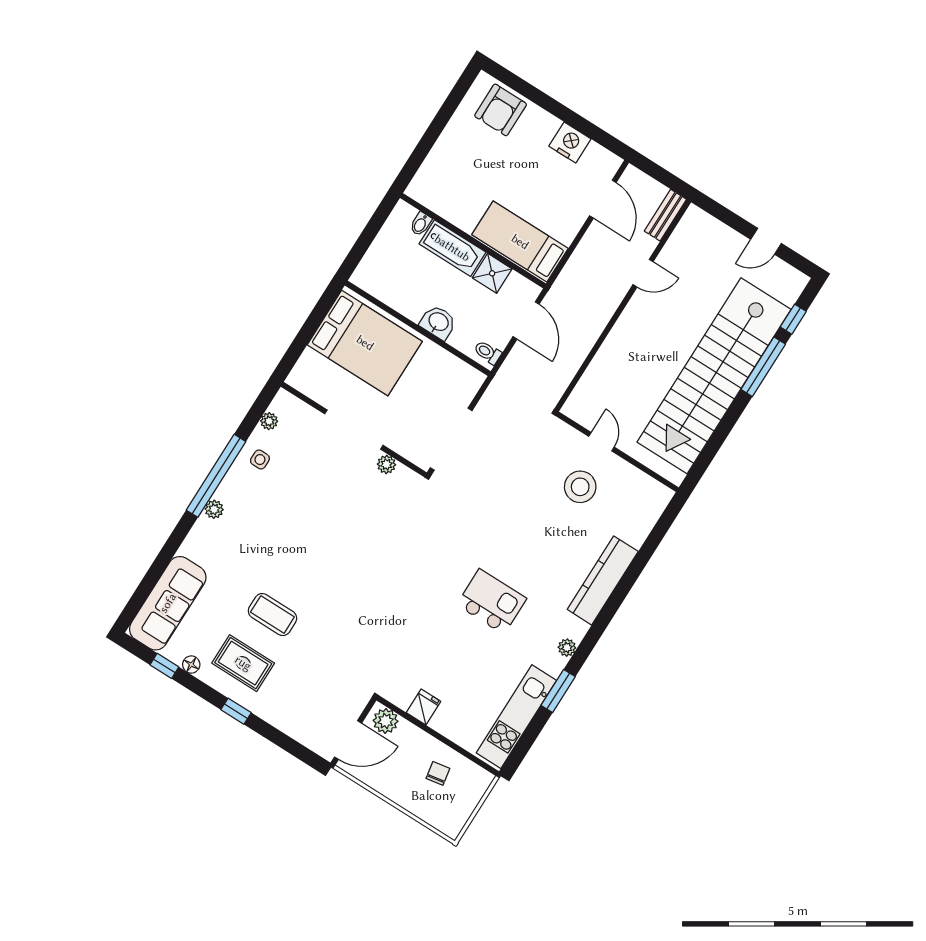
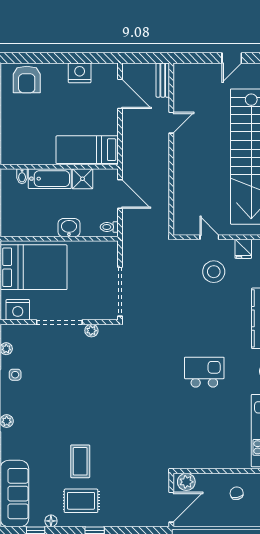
nightstand: (313, 383) -> (18, 310), added
coffee table: (272, 615) -> (80, 461), turned 90
fridge: (423, 707) -> (243, 249), moved, turned 180

